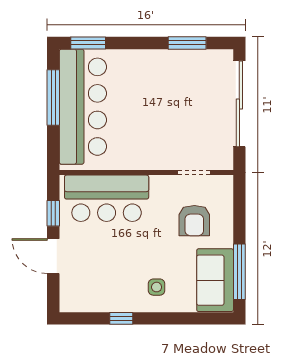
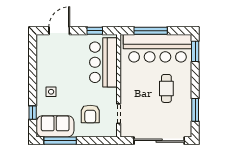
cafe table: (151, 92) -> (166, 88), added
window: (53, 97) -> (151, 31), moved
armchair: (194, 221) -> (90, 114), turned -90
door: (53, 256) -> (59, 31), moved
window: (121, 318) -> (33, 113), moved

